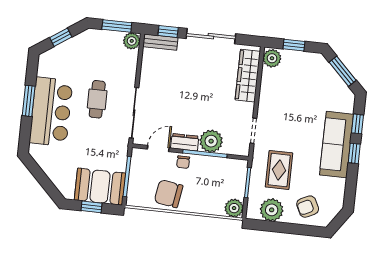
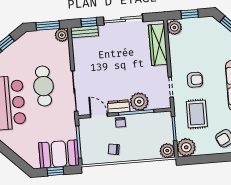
cafe table: (97, 99) -> (44, 86), width x1.37, depth x1.35
armchair: (285, 127) -> (195, 80), added
door: (158, 149) -> (99, 115), hinge flipped
chair: (169, 194) -> (114, 149), width x0.54, depth x0.54
plant: (272, 210) -> (186, 147), moved

